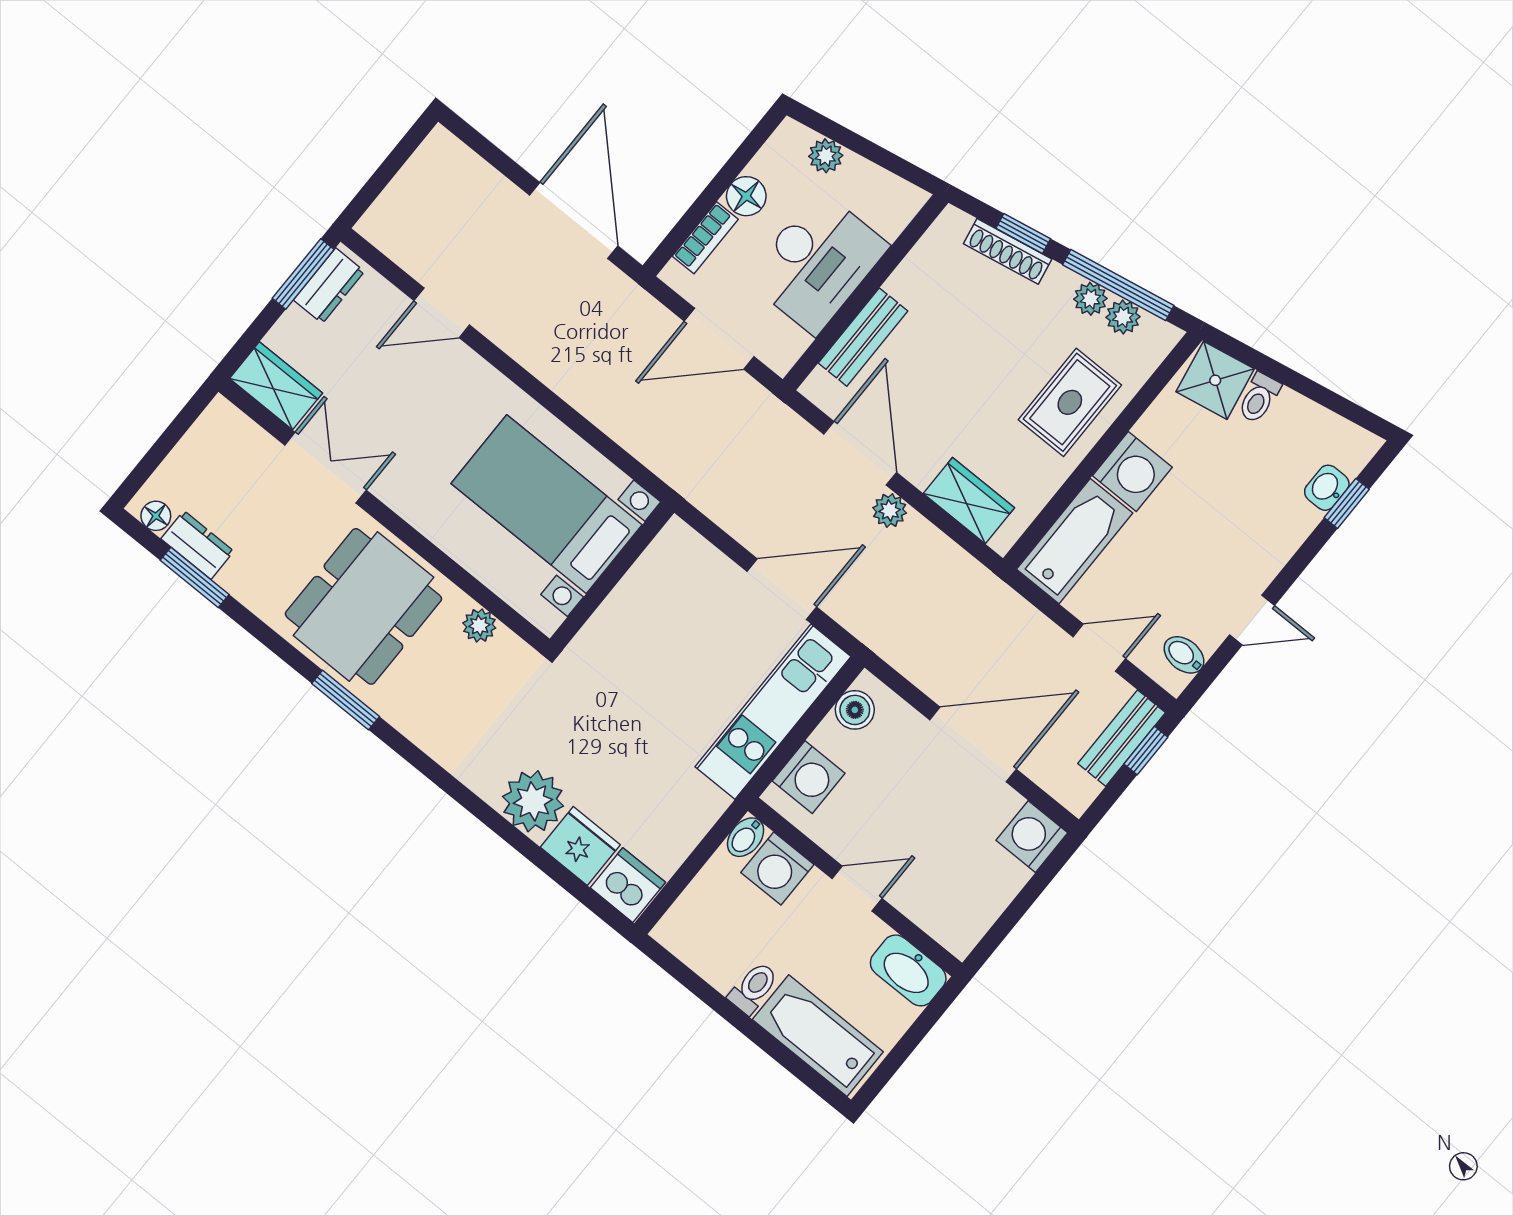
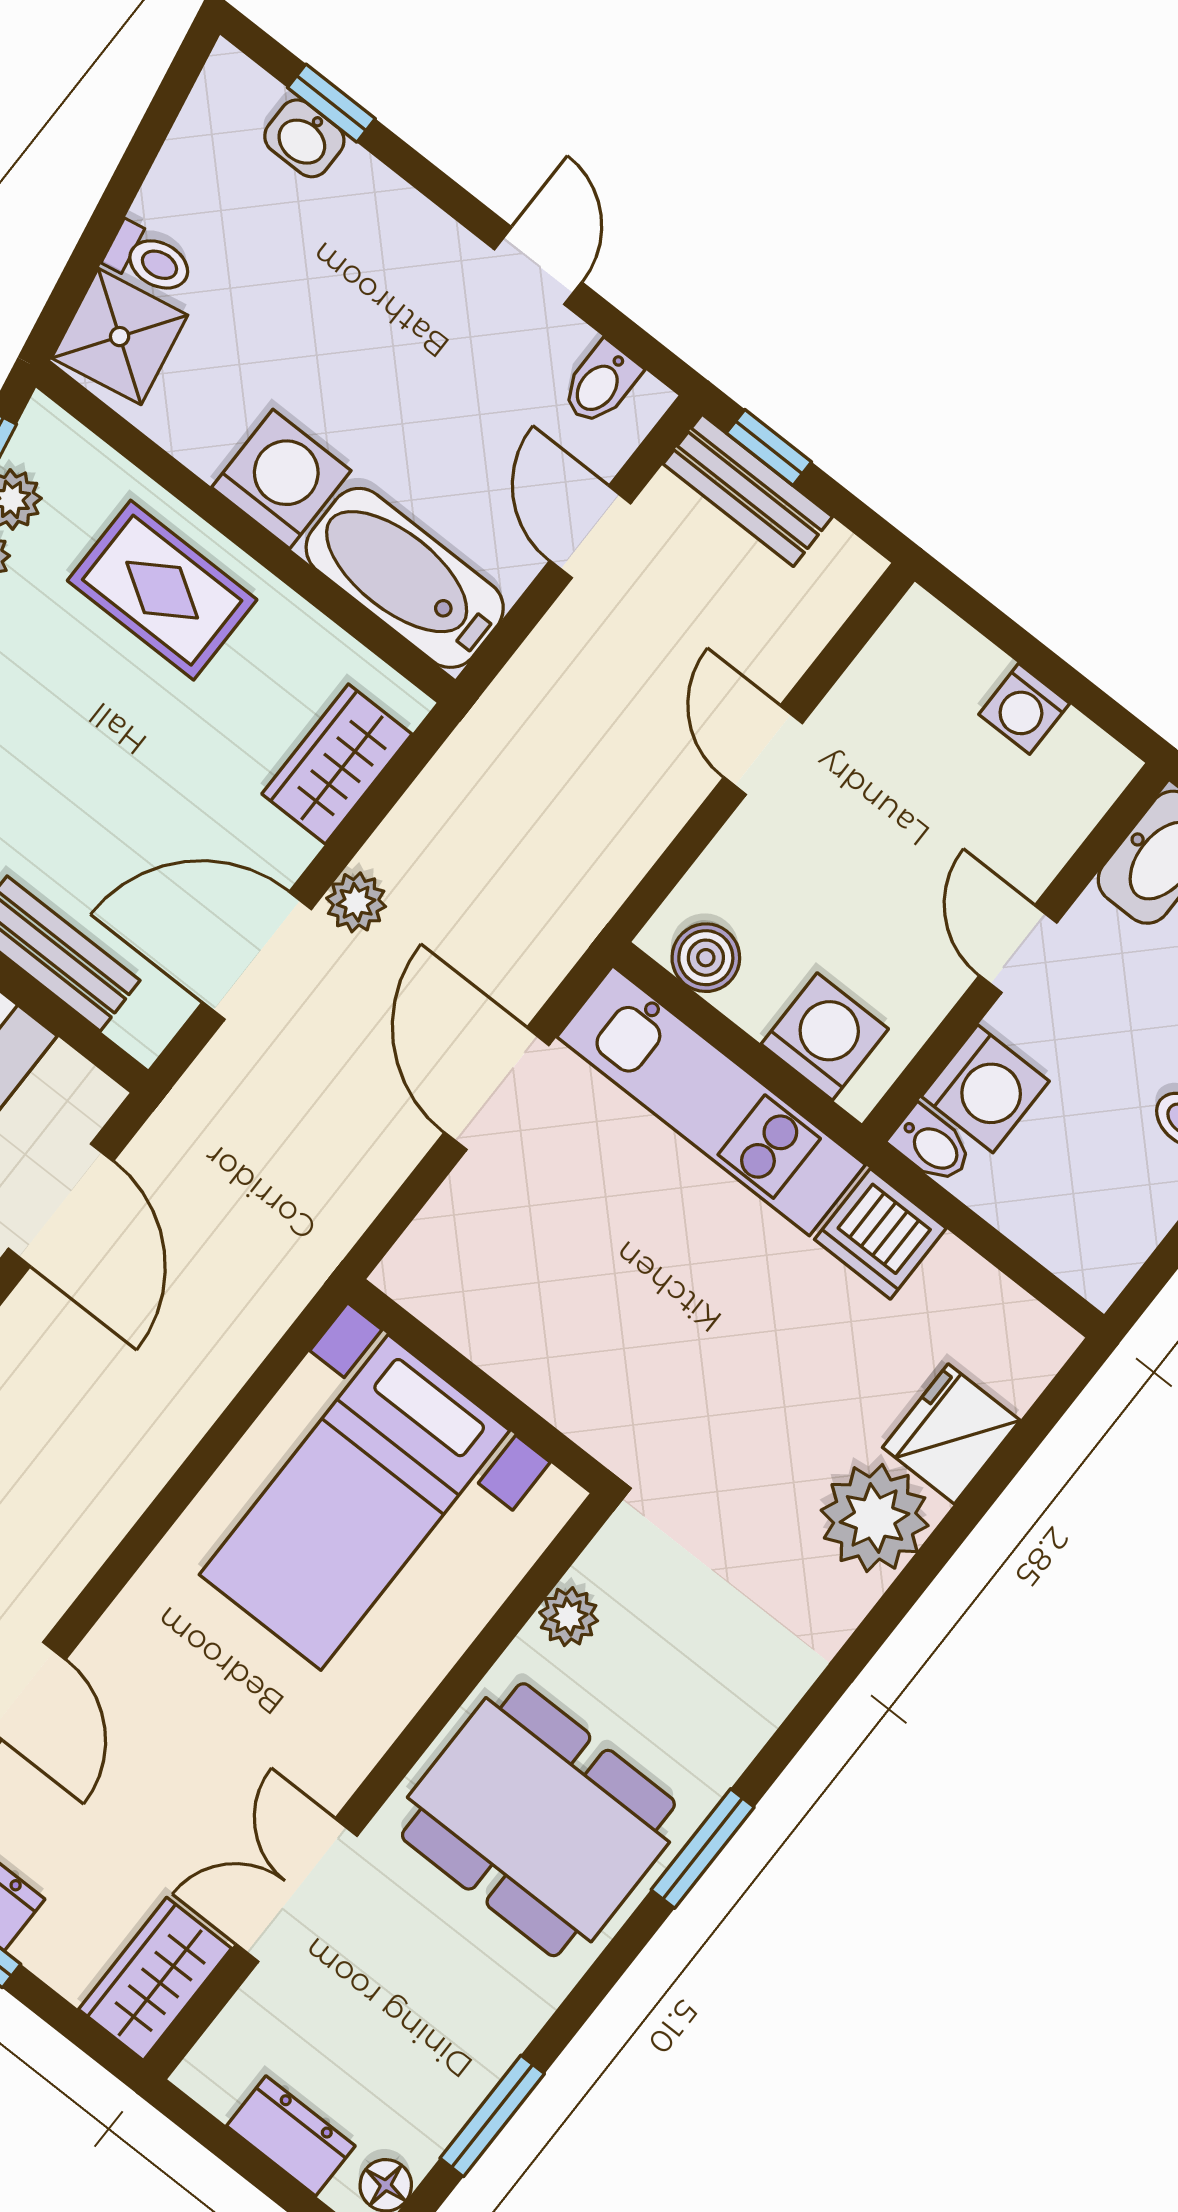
dresser: (197, 545) -> (291, 2136), moved, turned 90
door: (973, 744) -> (763, 750), width x0.53
washing machine: (1032, 837) -> (1024, 709), moved, width x0.73, depth x0.73
dishwasher: (628, 885) -> (880, 1234), moved, turned -90

